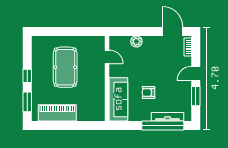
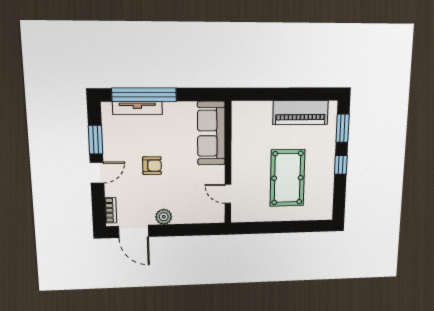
plant: (136, 41) -> (164, 217), moved
armchair: (149, 93) -> (152, 166), moved

